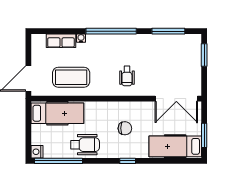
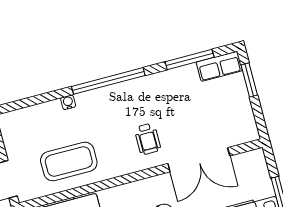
row of seats: (61, 41) -> (219, 66), moved
double door: (176, 99) -> (199, 160), moved

